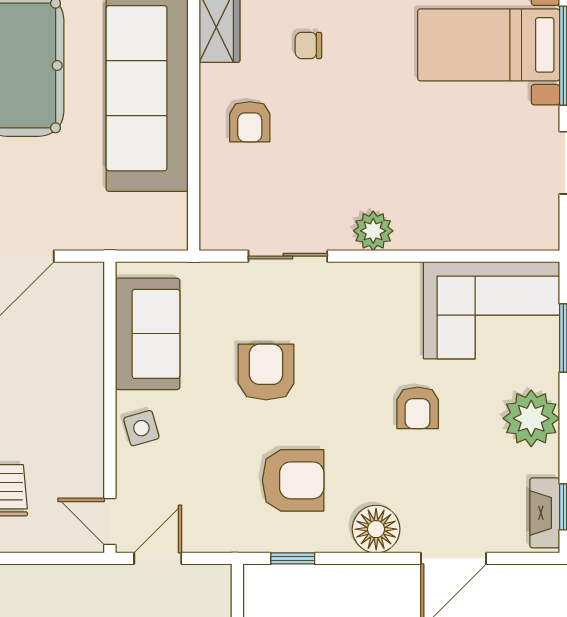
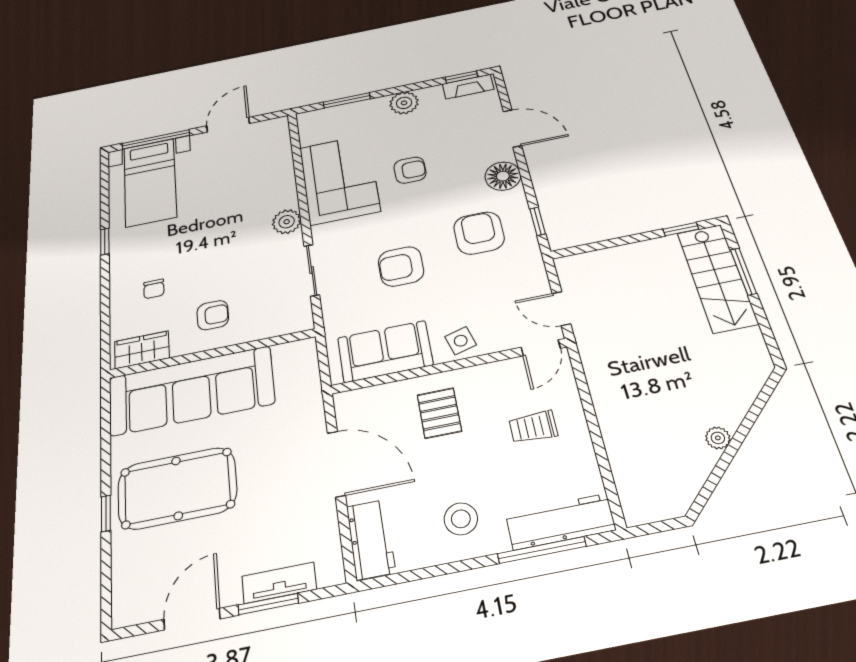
corner sofa: (492, 310) -> (339, 179), moved
pallet: (51, 386) -> (439, 413), added
plant: (531, 418) -> (404, 103), width x0.73, depth x0.73

